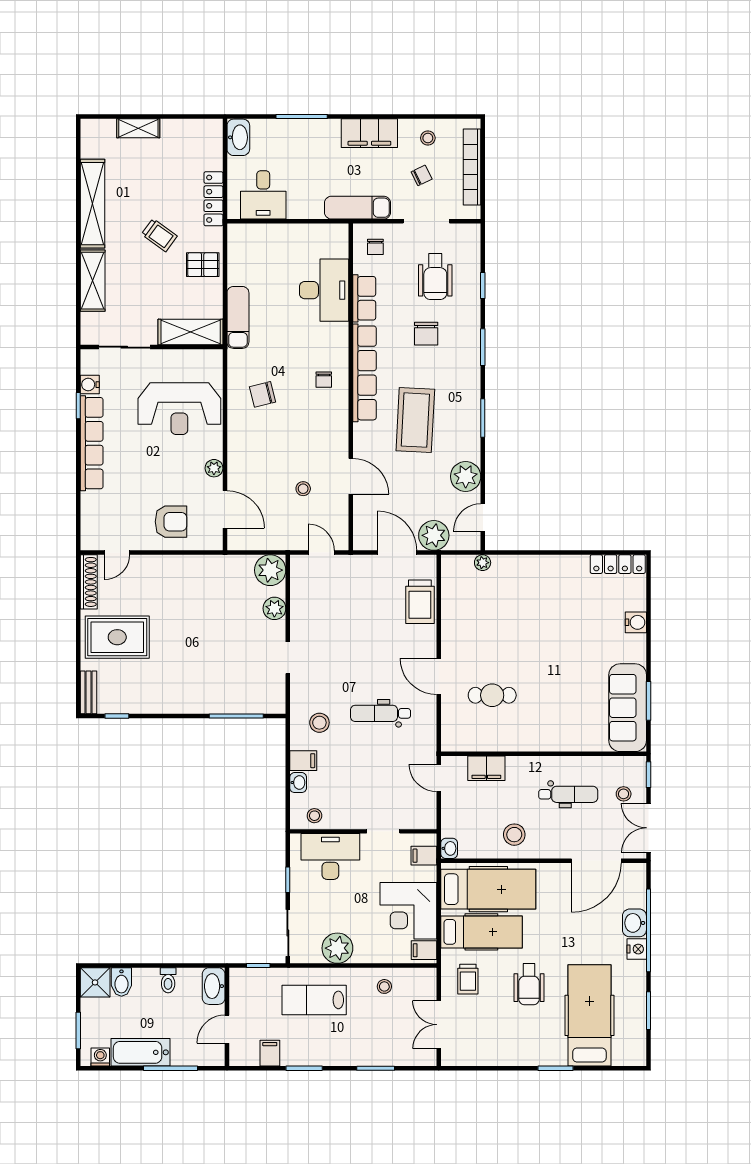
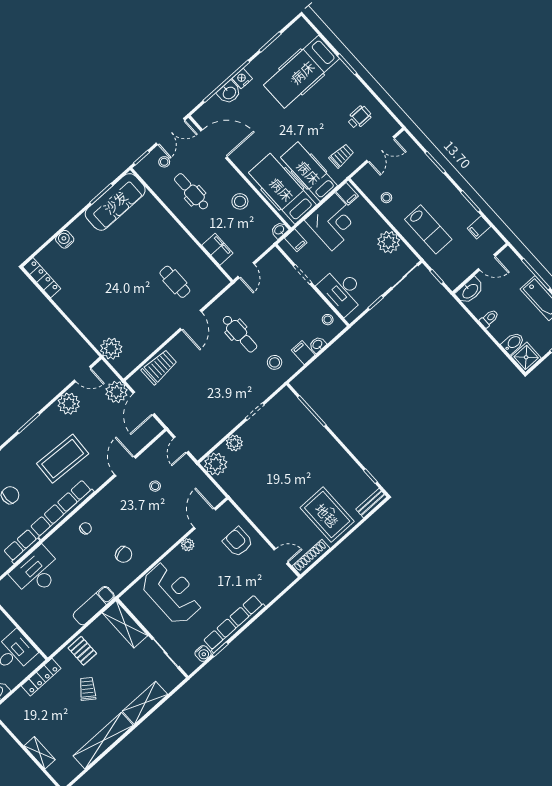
plant: (483, 563) -> (111, 349), width x1.87, depth x1.87
wheelchair: (529, 984) -> (359, 117), moved, width x0.73, depth x0.73

